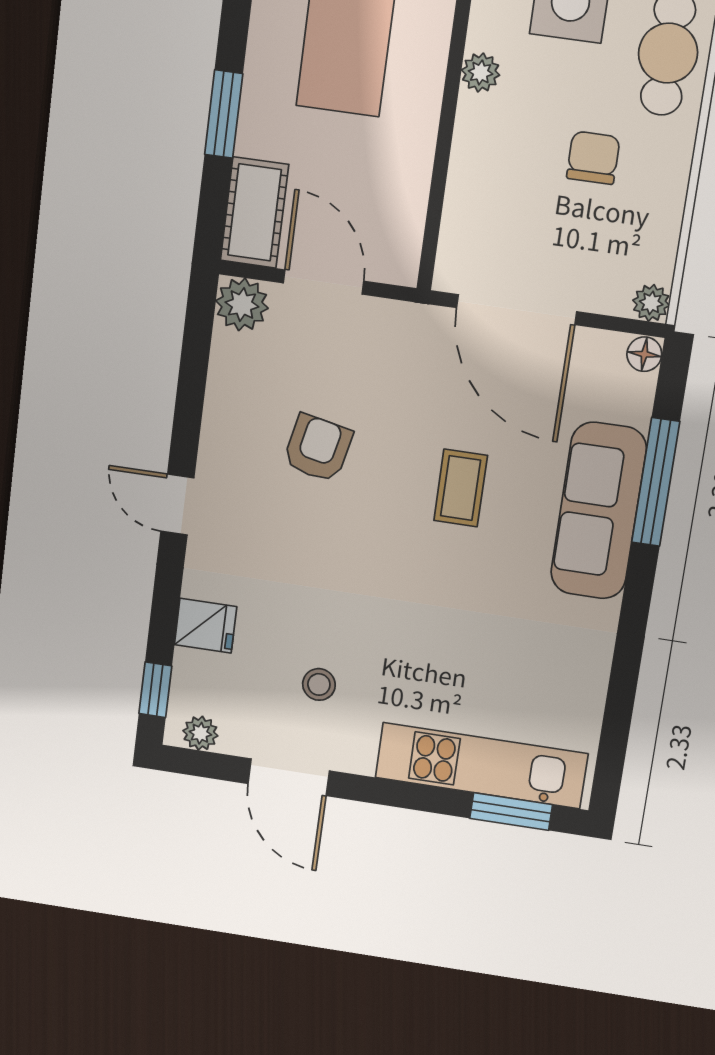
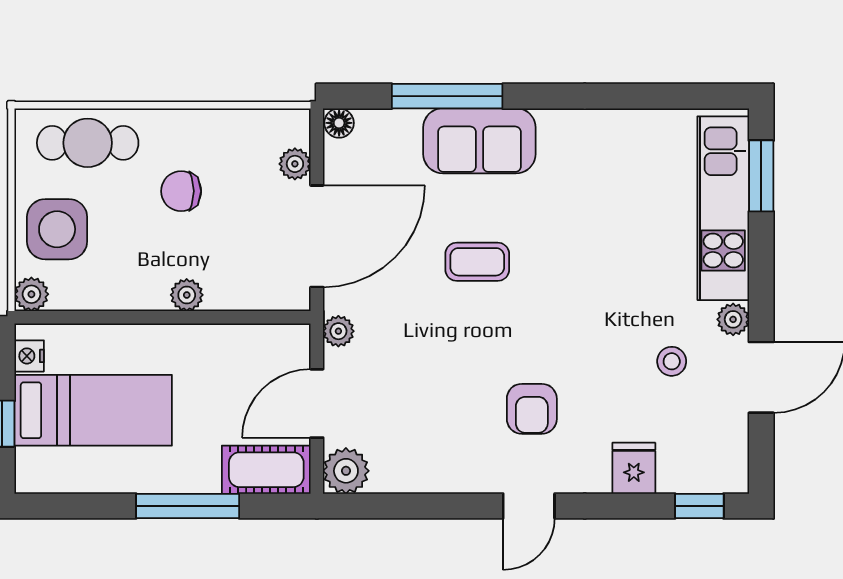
plant: (481, 73) -> (187, 295), moved
window: (224, 114) -> (188, 506), width x1.44
plant: (651, 303) -> (295, 164), moved
plant: (403, 319) -> (338, 331), added
armchair: (318, 448) -> (532, 409), moved, turned -102
sofa: (598, 511) -> (479, 141), width x0.73
plant: (200, 733) -> (733, 319), moved

